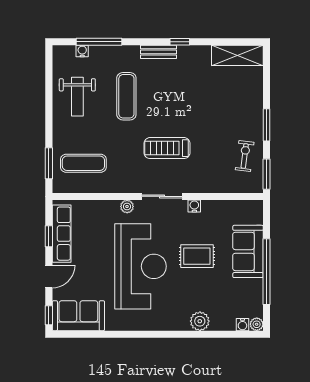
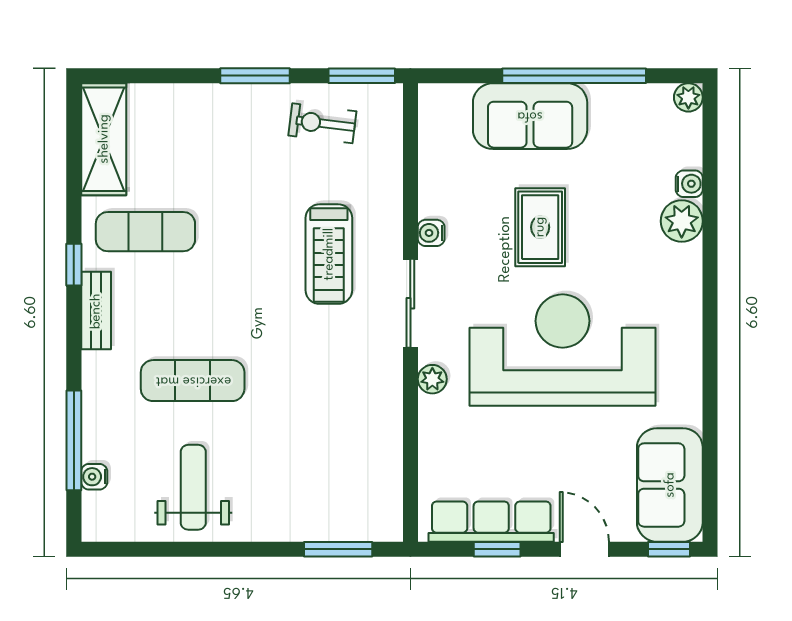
weight bench: (77, 97) -> (193, 487), turned -90
treadmill: (167, 148) -> (329, 254), moved
exercise mat: (83, 163) -> (145, 232), moved, turned 90
water cooler: (242, 325) -> (689, 184), moved

